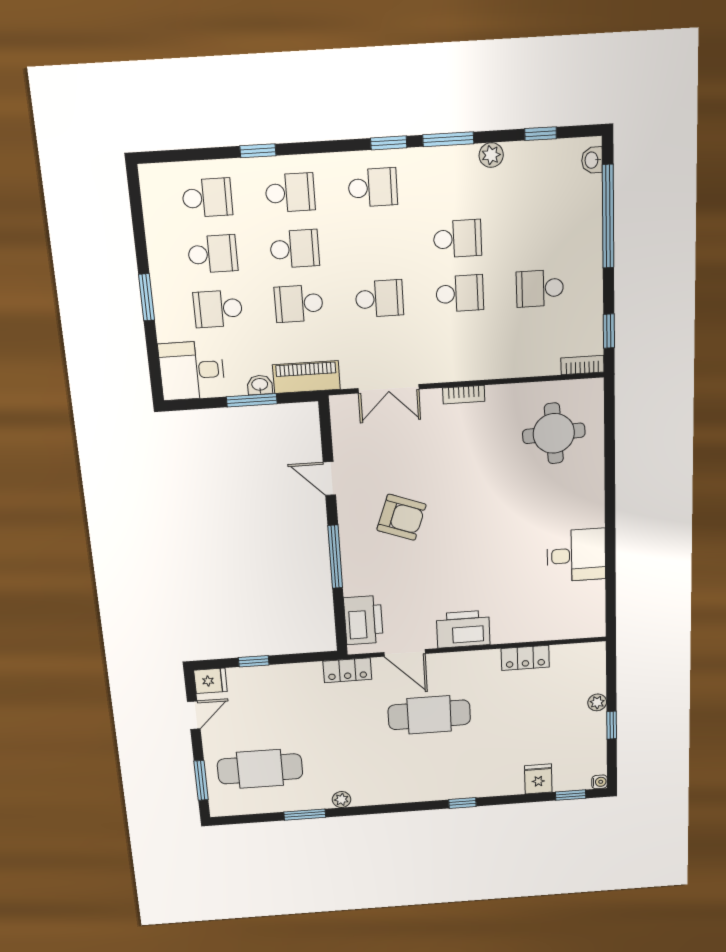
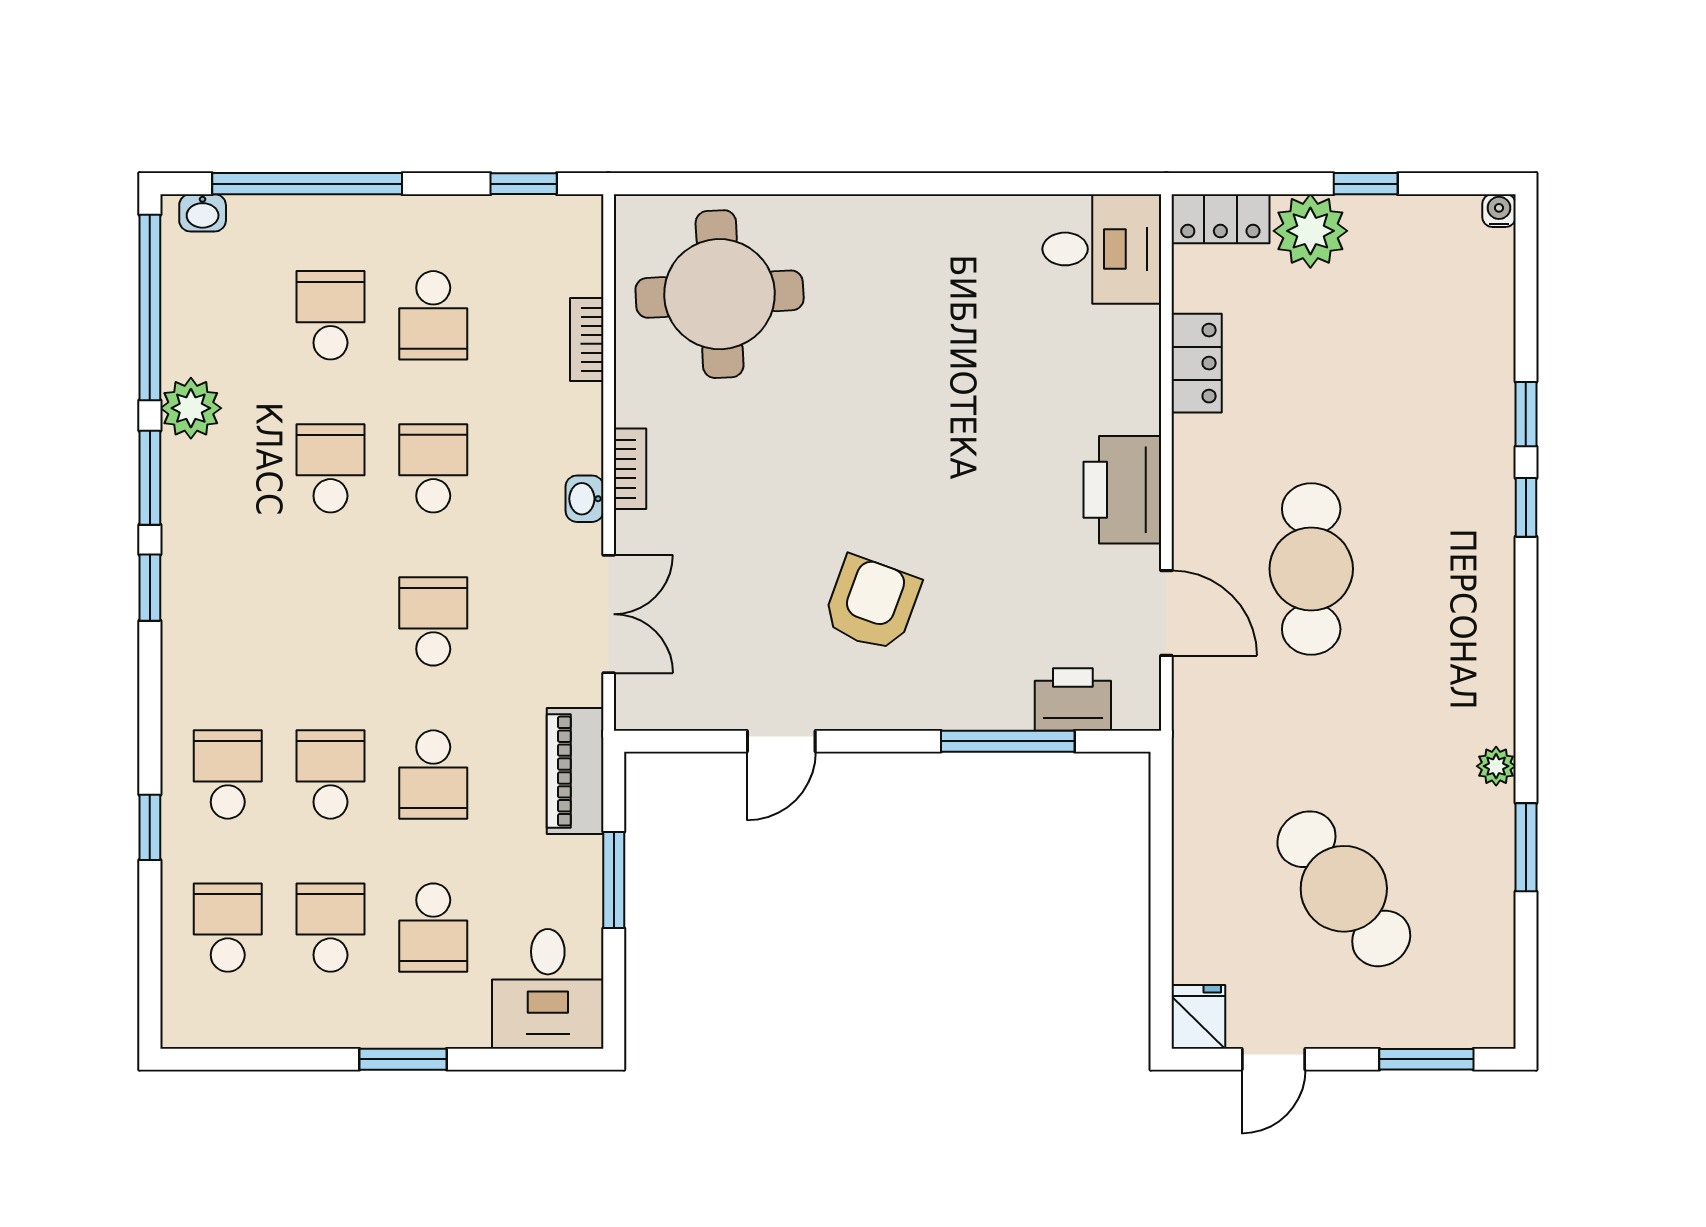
window: (541, 134) -> (150, 307), width x3.17
plant: (491, 155) -> (191, 408), width x1.38, depth x1.38
school desk: (373, 188) -> (330, 315), moved
bookcase: (582, 365) -> (587, 340), moved
washbasin: (260, 385) -> (585, 499), moved
round table: (554, 433) -> (720, 294), width x1.36, depth x1.36
desk: (576, 555) -> (1102, 249), moved, turned 90
window: (335, 557) -> (1008, 741), moved
printer: (363, 620) -> (1073, 699), width x0.73, depth x0.84
door: (405, 653) -> (1166, 613), hinge flipped
window: (254, 661) -> (1161, 924), removed
locker: (347, 670) -> (1220, 219), moved, turned 90
plant: (597, 702) -> (1310, 231), width x1.88, depth x1.88
door: (194, 715) -> (1273, 1059), swing flipped
cafe table: (260, 769) -> (1344, 889), moved, turned -37
fridge: (538, 779) -> (1481, 342), removed
window: (571, 795) -> (1526, 414), moved

